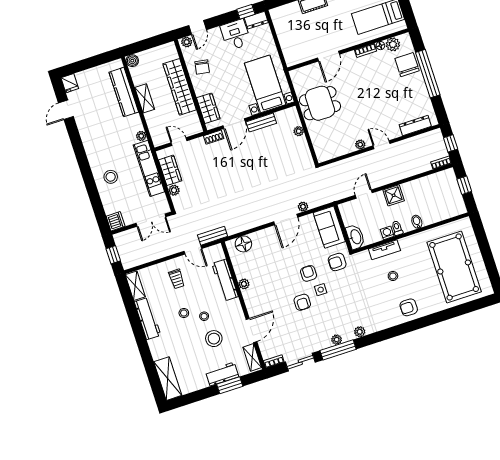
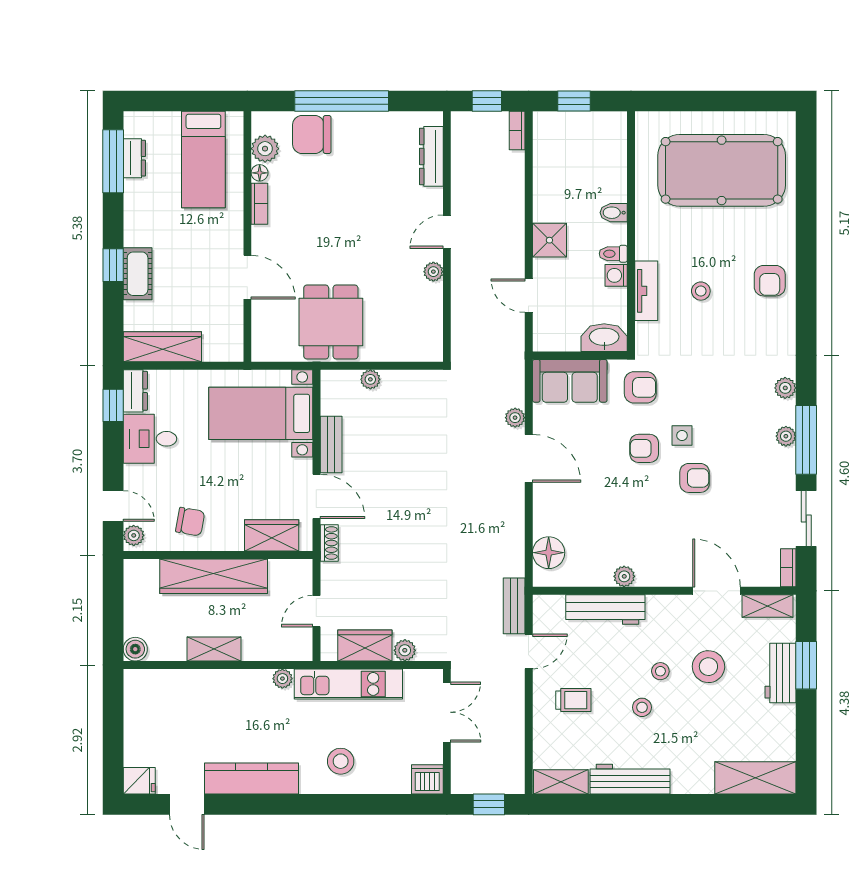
wardrobe: (282, 26) -> (162, 347), added
kitchen counter: (124, 92) -> (251, 778), moved, turned 180
armchair: (337, 262) -> (640, 387), turned -90

